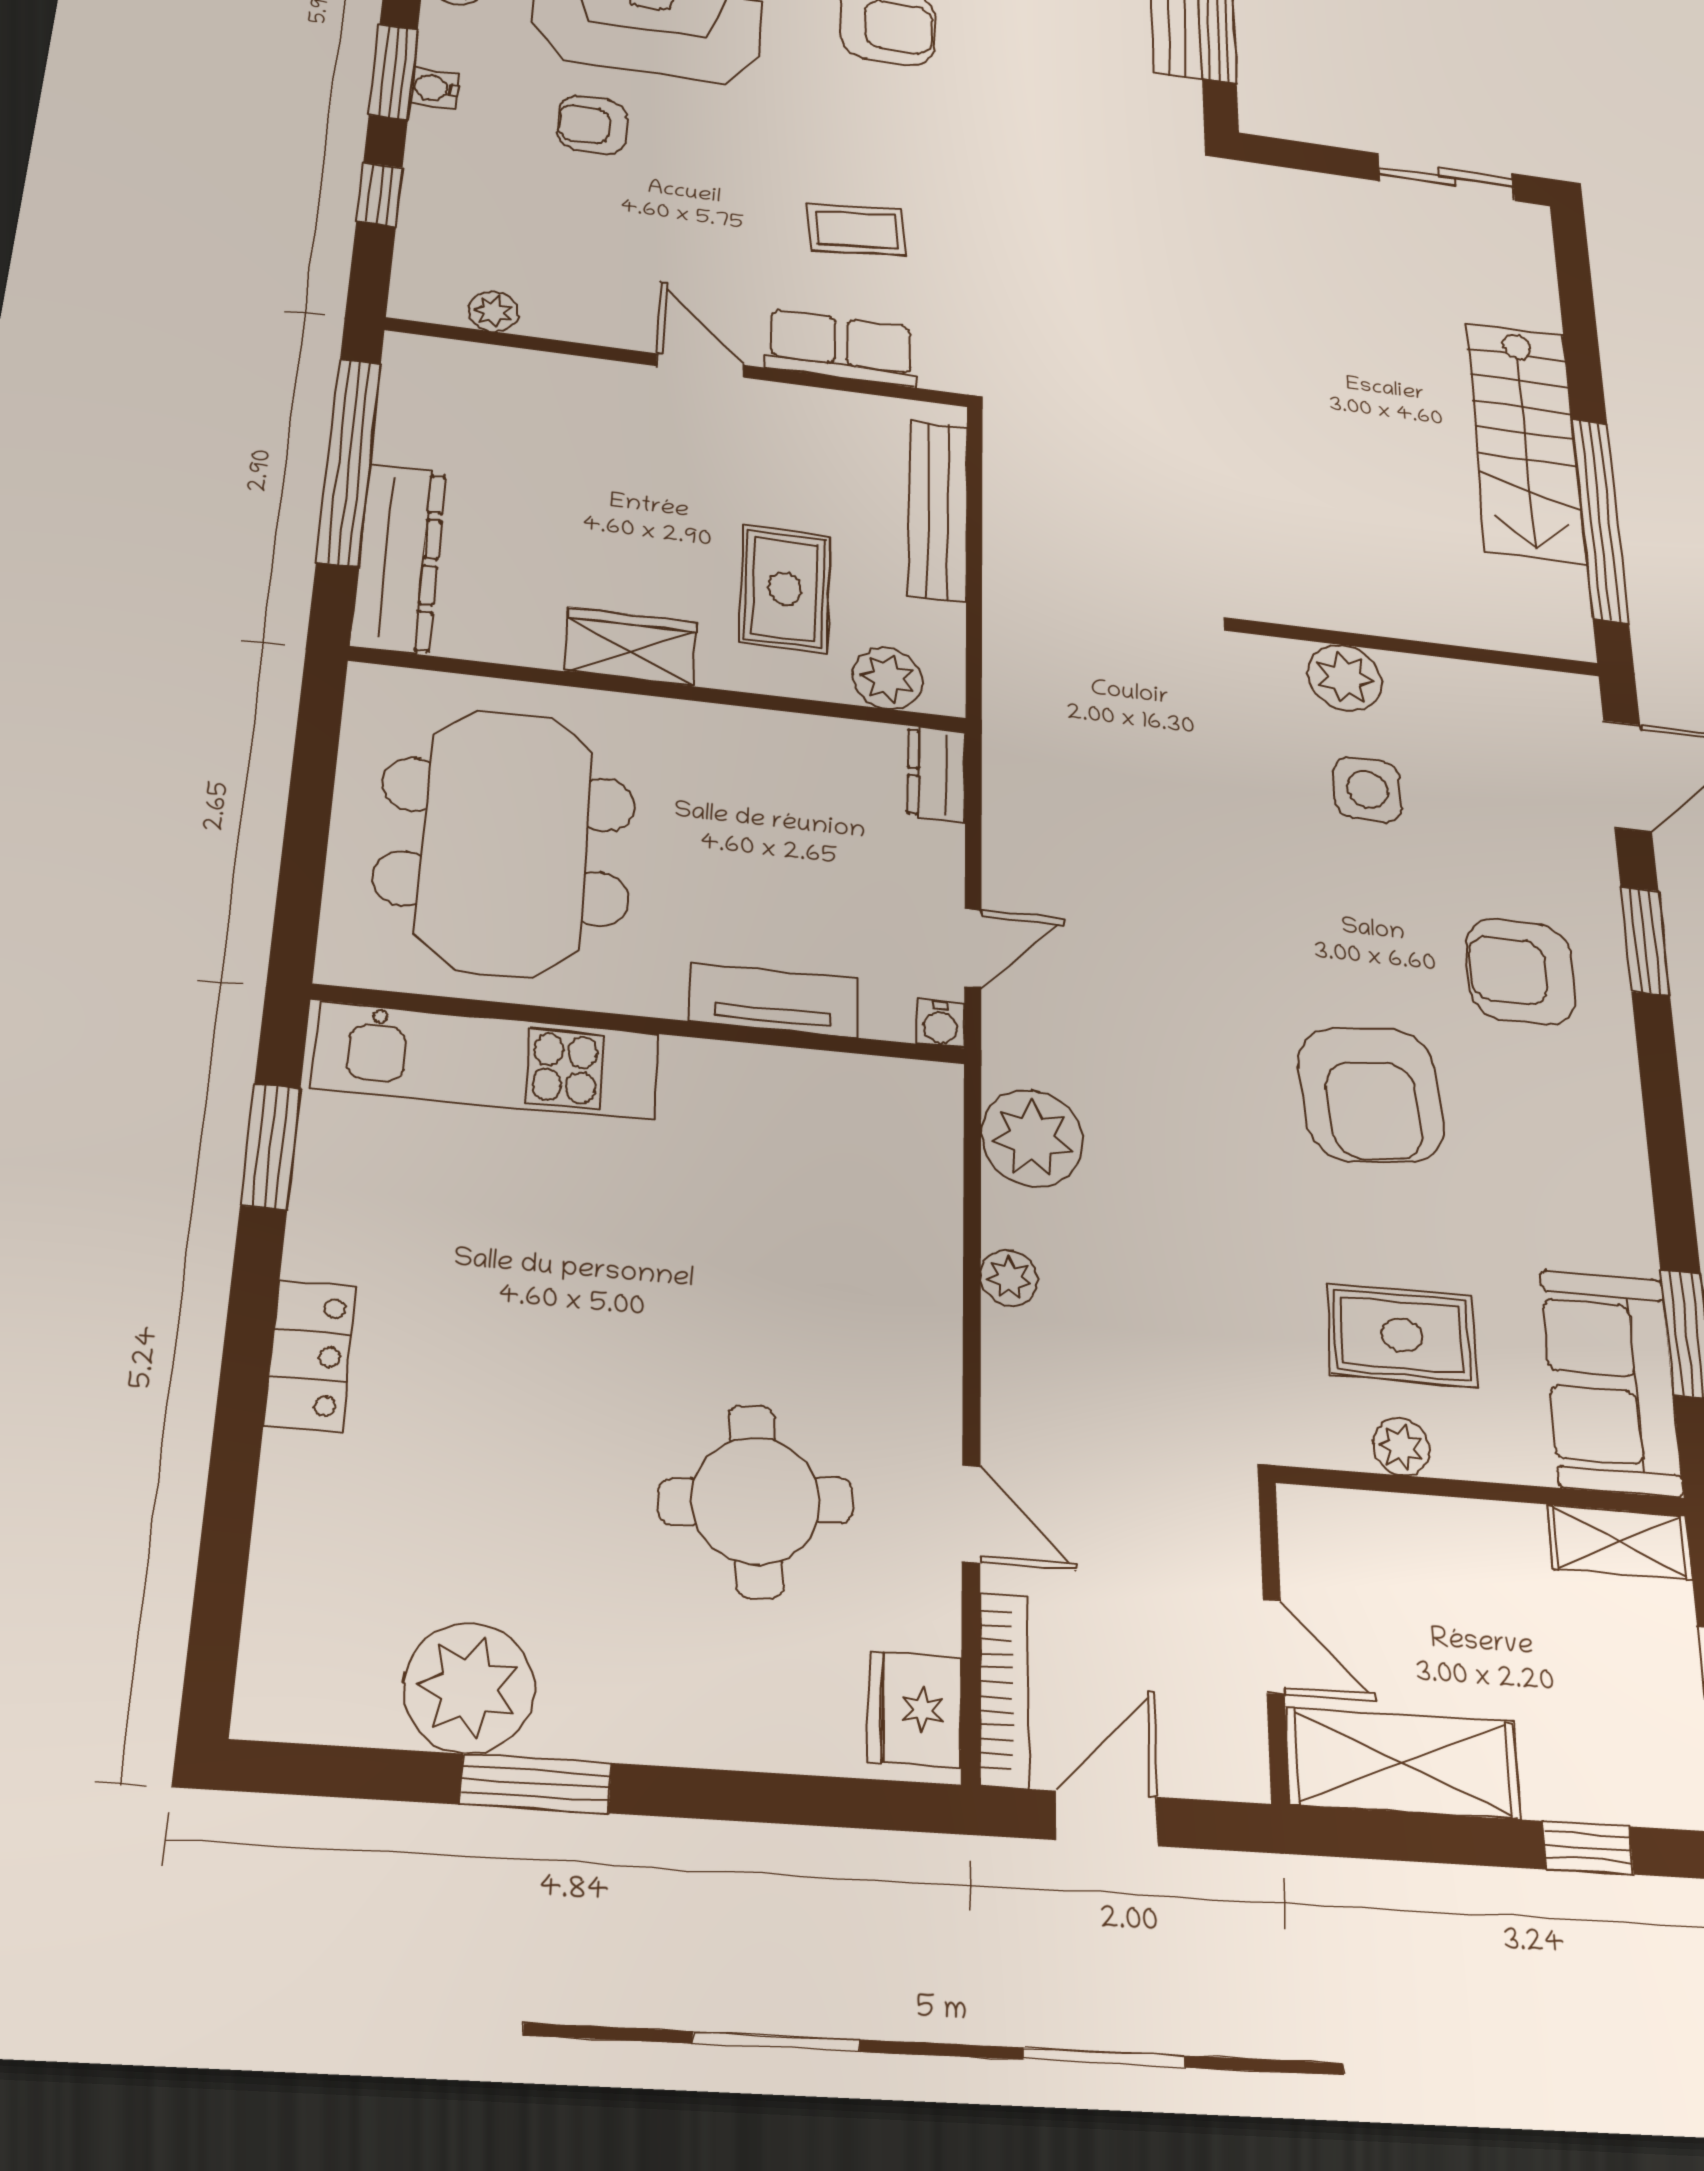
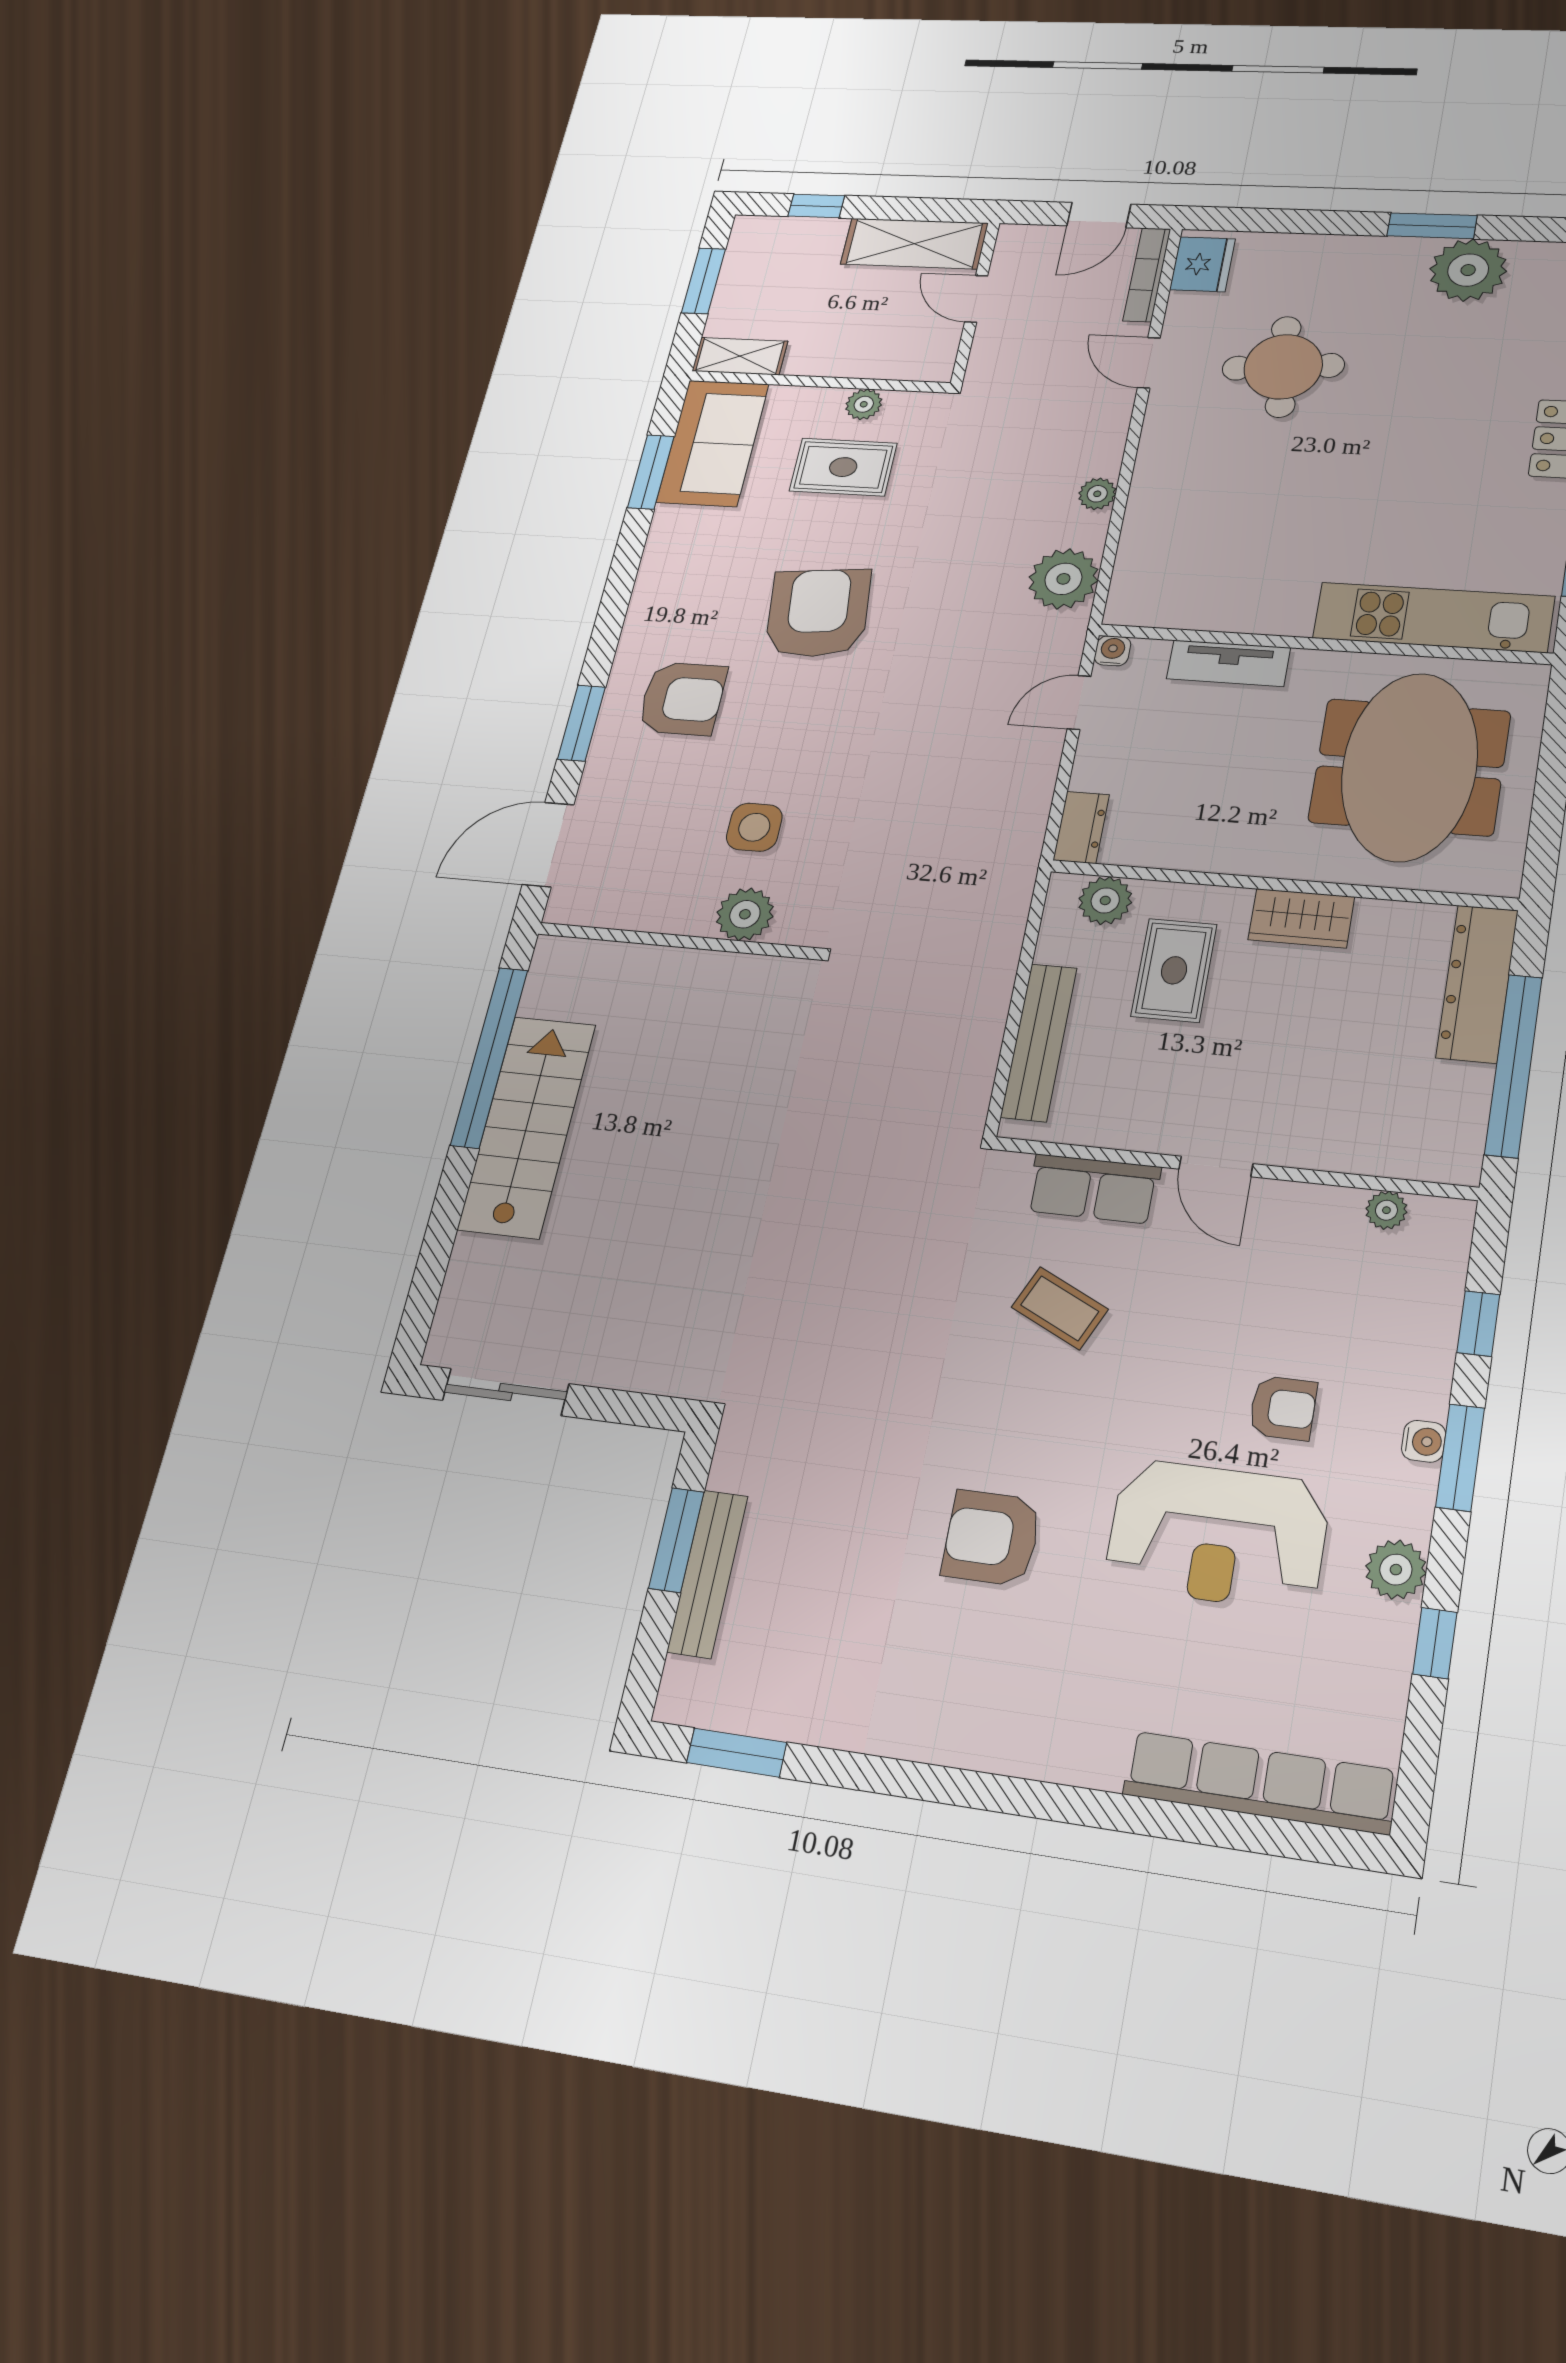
coffee table: (857, 230) -> (1060, 1308), turned 31

